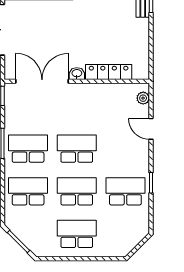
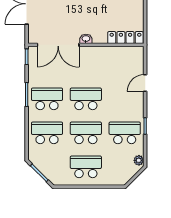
locker: (109, 72) -> (125, 38), moved
double door: (42, 81) -> (58, 45), swing flipped
plant: (143, 98) -> (139, 160), moved
door: (151, 129) -> (145, 83), hinge flipped

